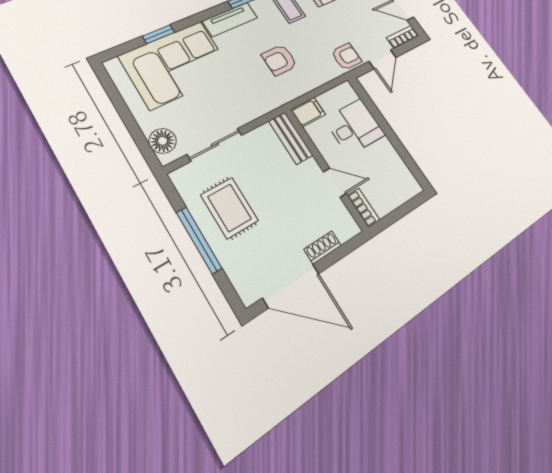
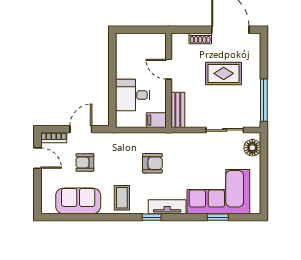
armchair: (346, 57) -> (85, 162), moved
rug: (230, 208) -> (224, 73), moved, turned 90
bookcase: (363, 208) -> (161, 45), removed
window: (199, 240) -> (264, 100), moved

